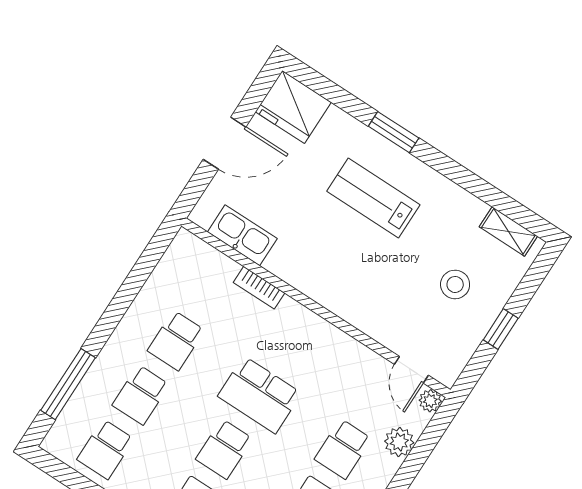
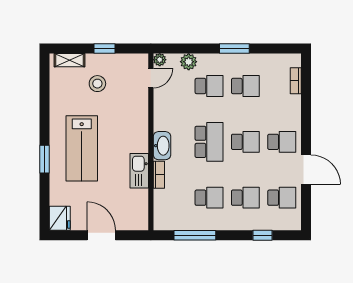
fridge: (293, 107) -> (60, 218), width x0.73, depth x0.75
lab bench: (373, 198) -> (82, 148), width x1.36, depth x1.39
shelving: (508, 231) -> (69, 60), moved, turned 90
kitchen sink: (242, 235) -> (139, 171), moved
window: (134, 283) -> (195, 235), added
washbasin: (300, 321) -> (162, 146), added
window: (68, 384) -> (262, 235), width x0.46

